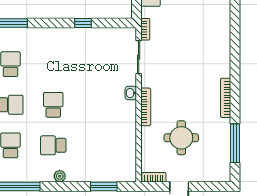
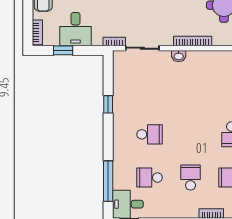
school desk: (53, 105) -> (150, 134), moved, turned 180

